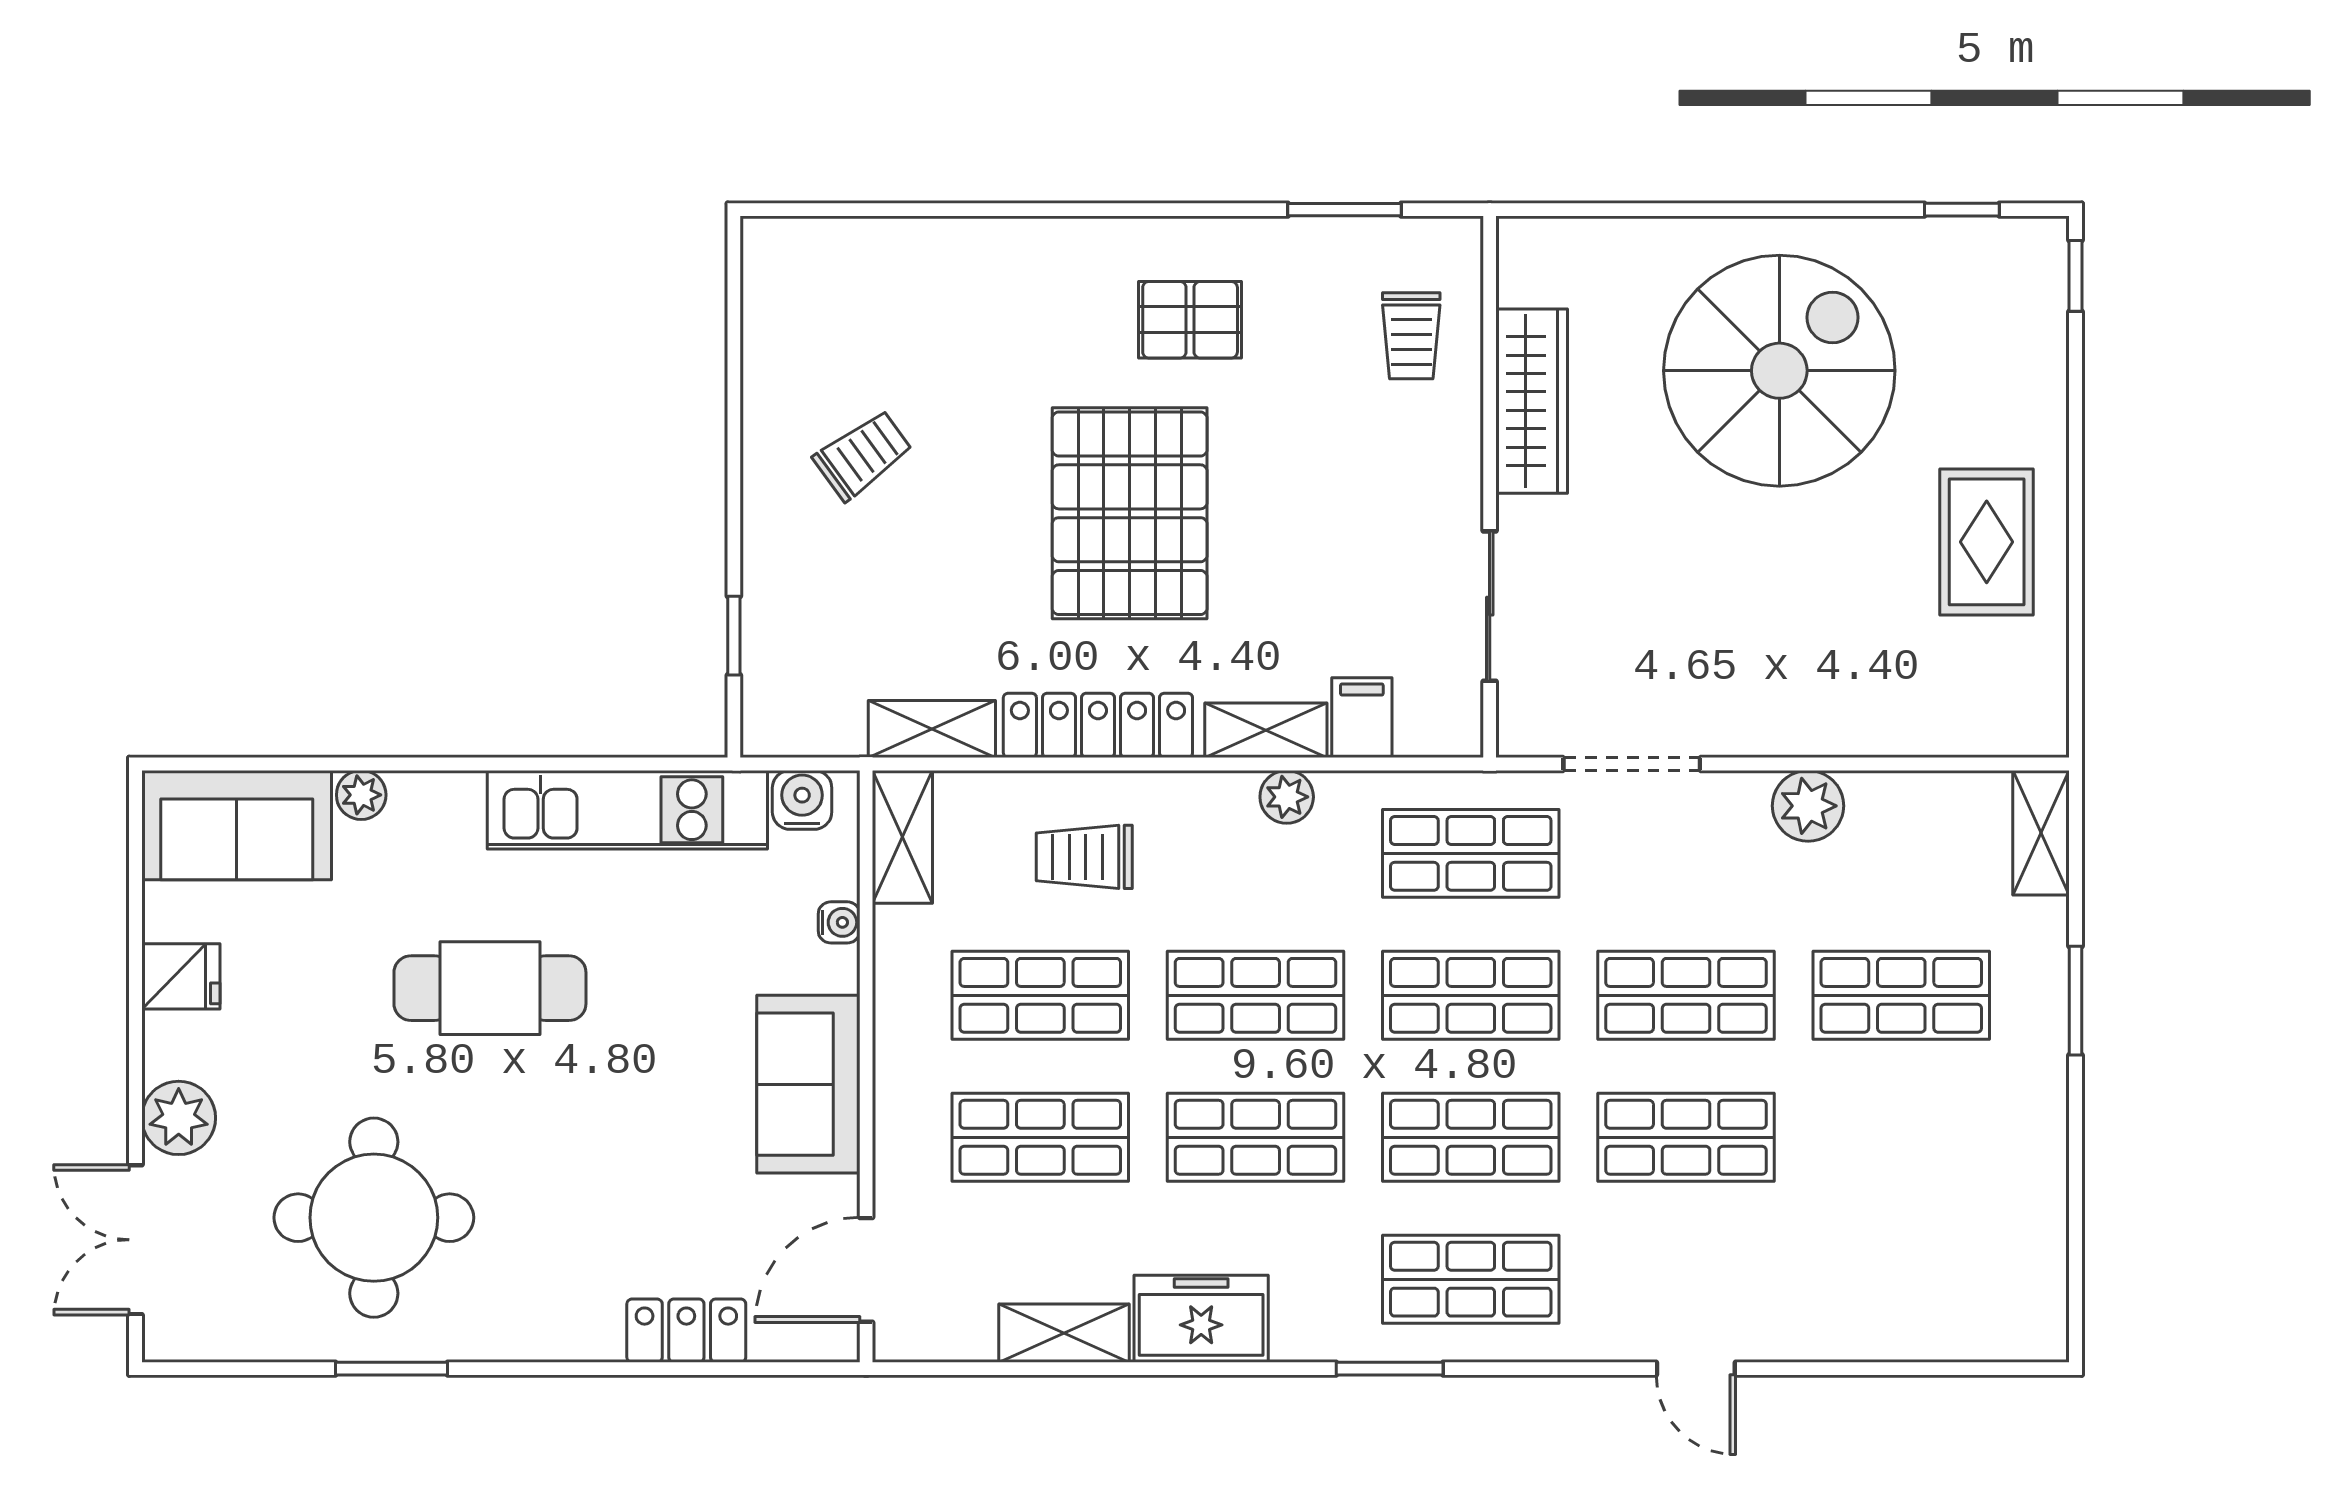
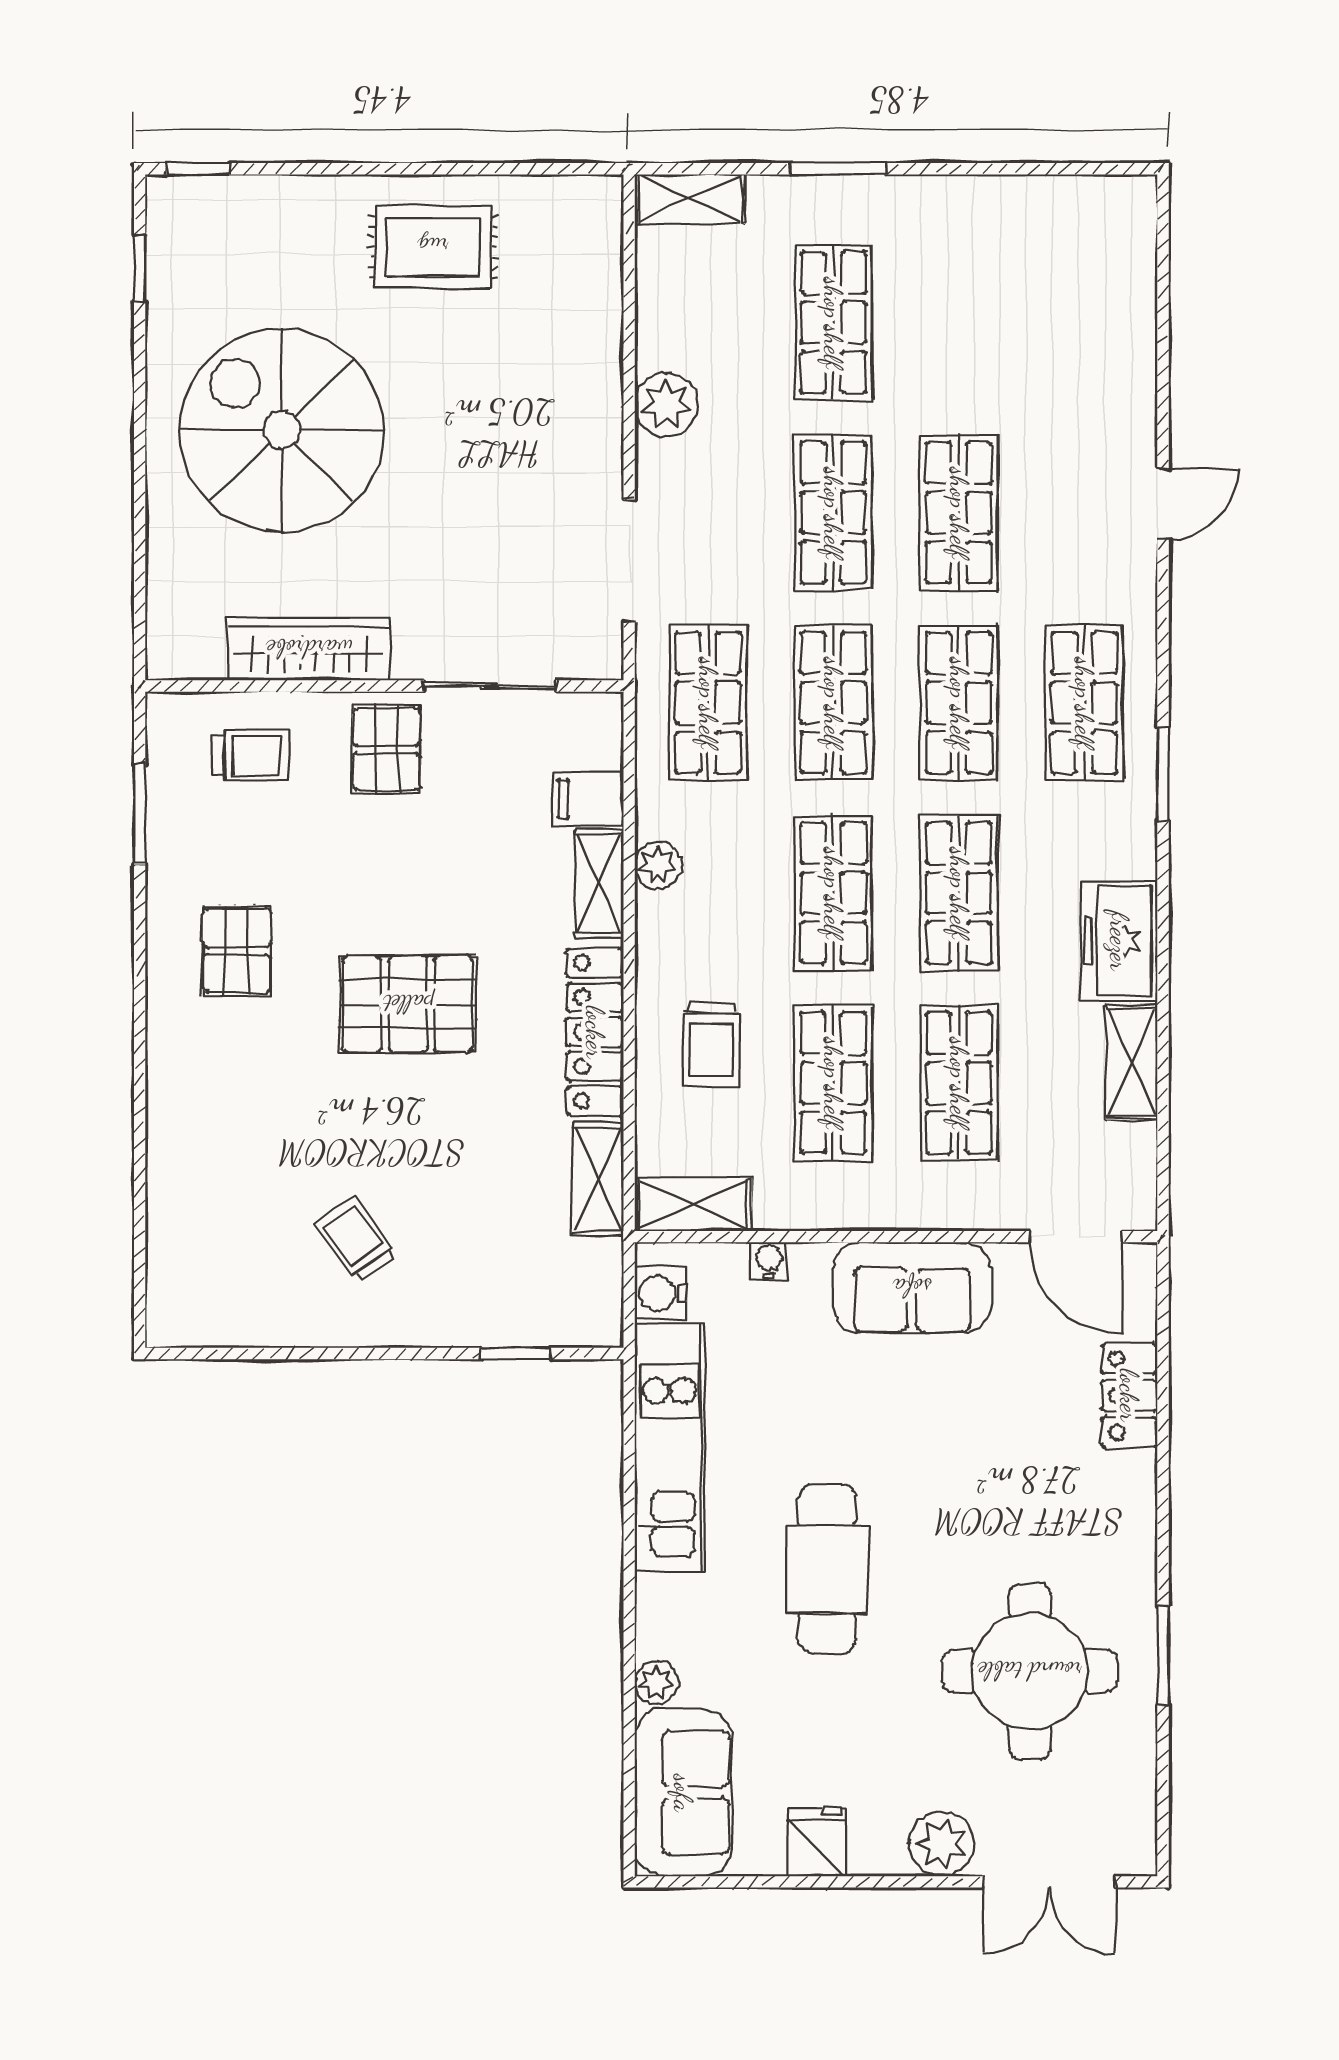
pallet: (1418, 489) -> (386, 749), added
pallet: (1130, 513) -> (408, 1004), width x0.73, depth x0.71

